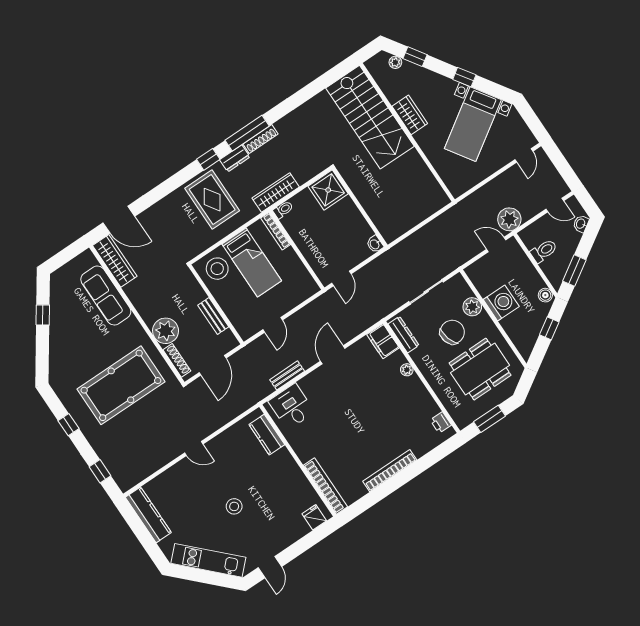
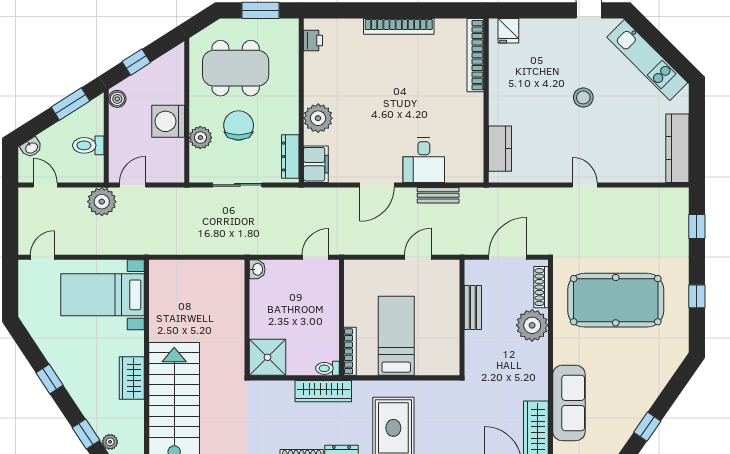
bed with nightstands: (473, 124) -> (102, 295), moved, turned -147
door: (496, 244) -> (133, 185), swing flipped
stool: (217, 269) -> (436, 353), removed
chair: (452, 332) -> (239, 125), turned 106
plant: (407, 370) -> (318, 118), width x1.88, depth x1.88
desk: (291, 407) -> (424, 160), moved

